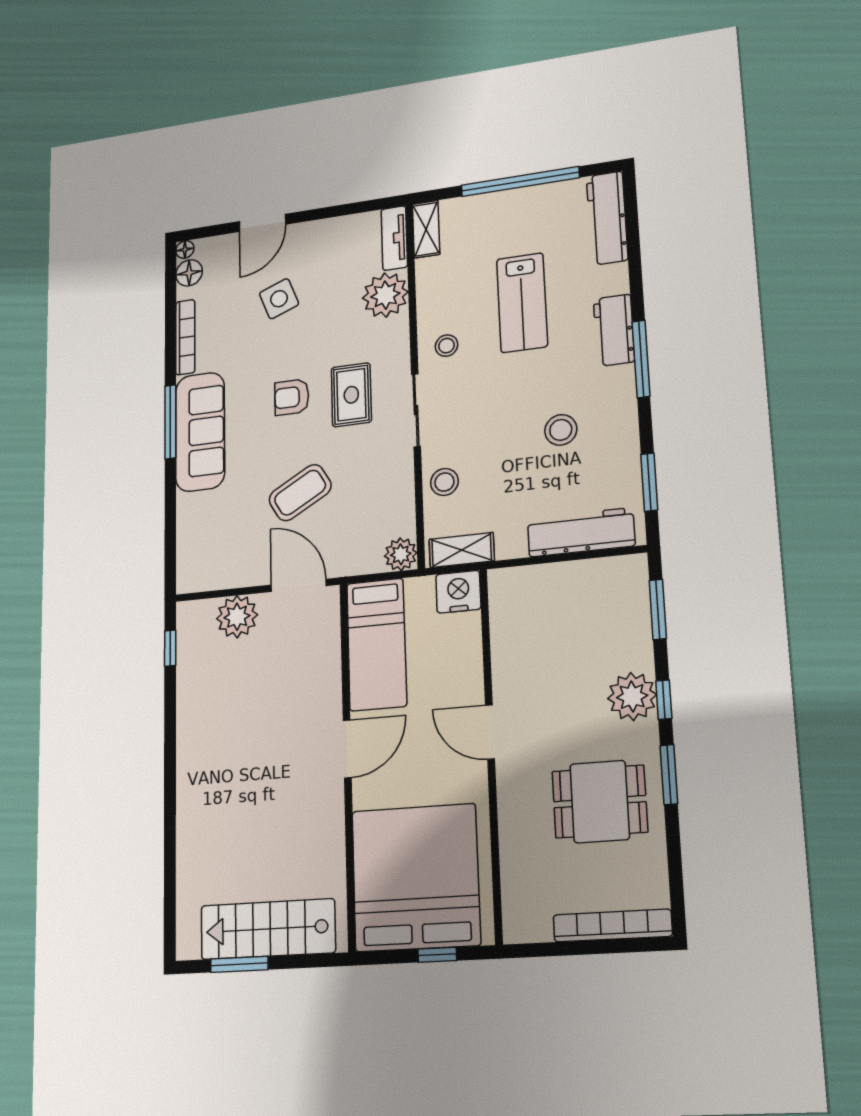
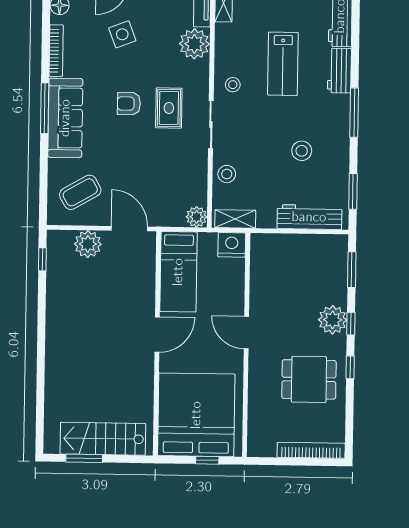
workbench: (614, 330) -> (339, 71), moved
coffee table: (300, 493) -> (80, 192), moved
window: (669, 775) -> (350, 367), width x0.67

